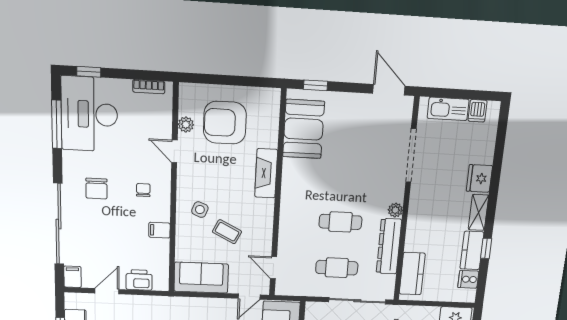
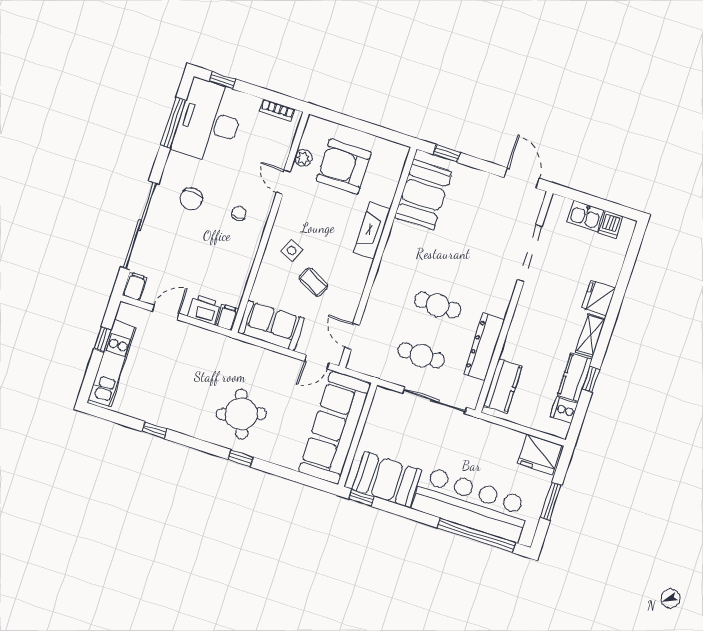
kitchen sink: (448, 109) -> (585, 216), width x0.73
plant: (395, 210) -> (500, 308), removed
filing cabinet: (159, 230) -> (227, 317), moved, turned 90

